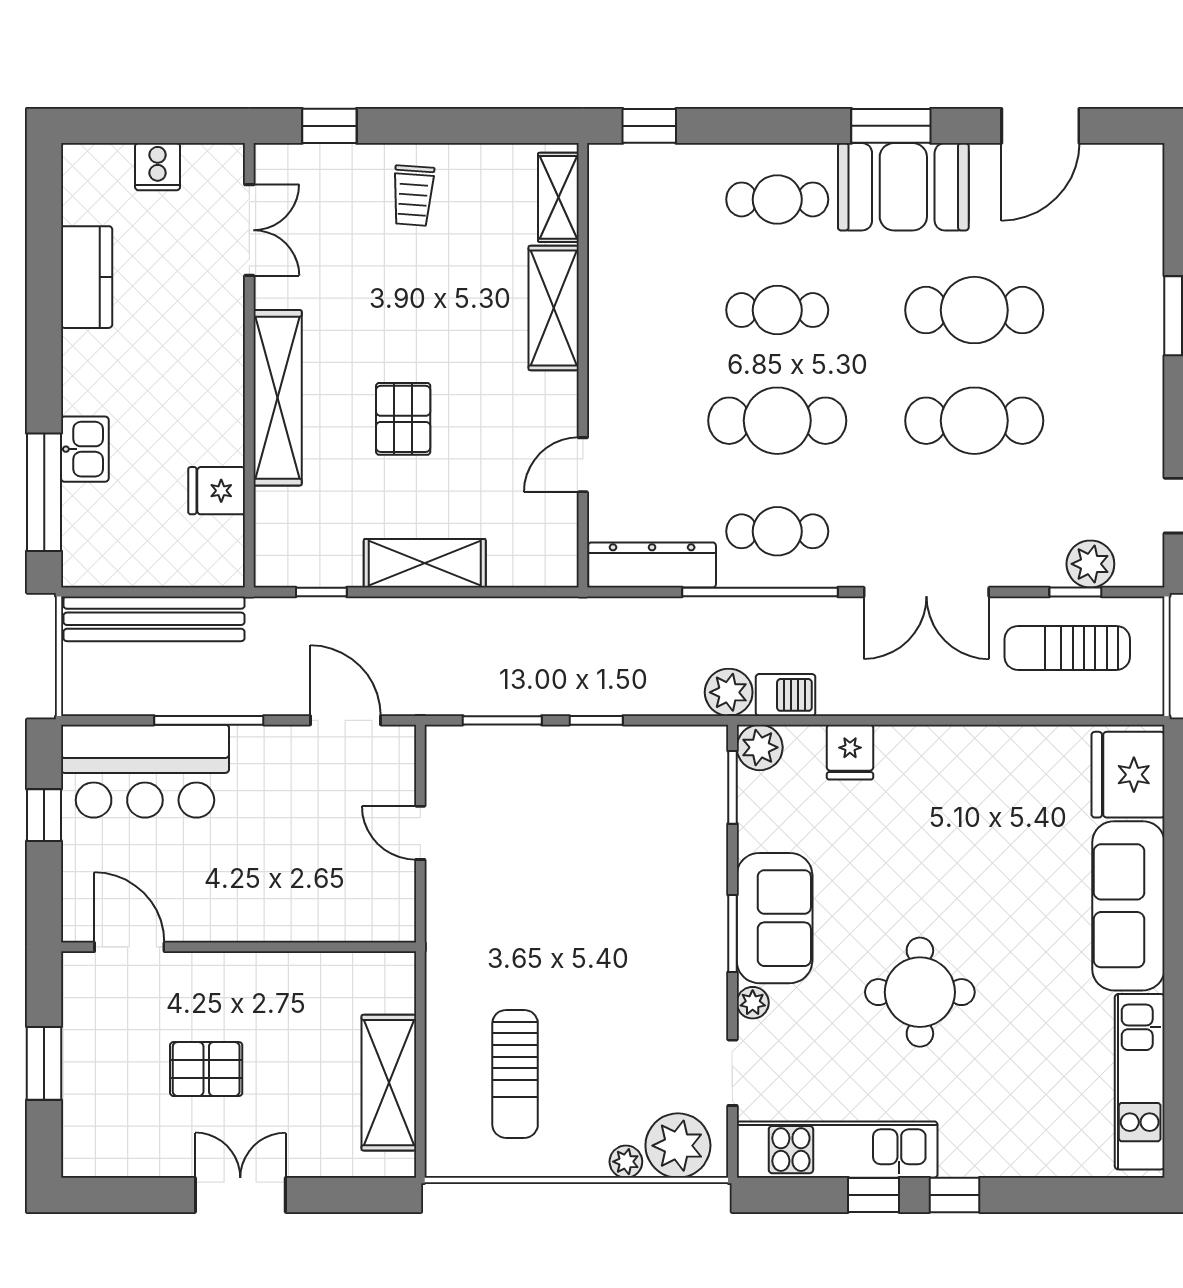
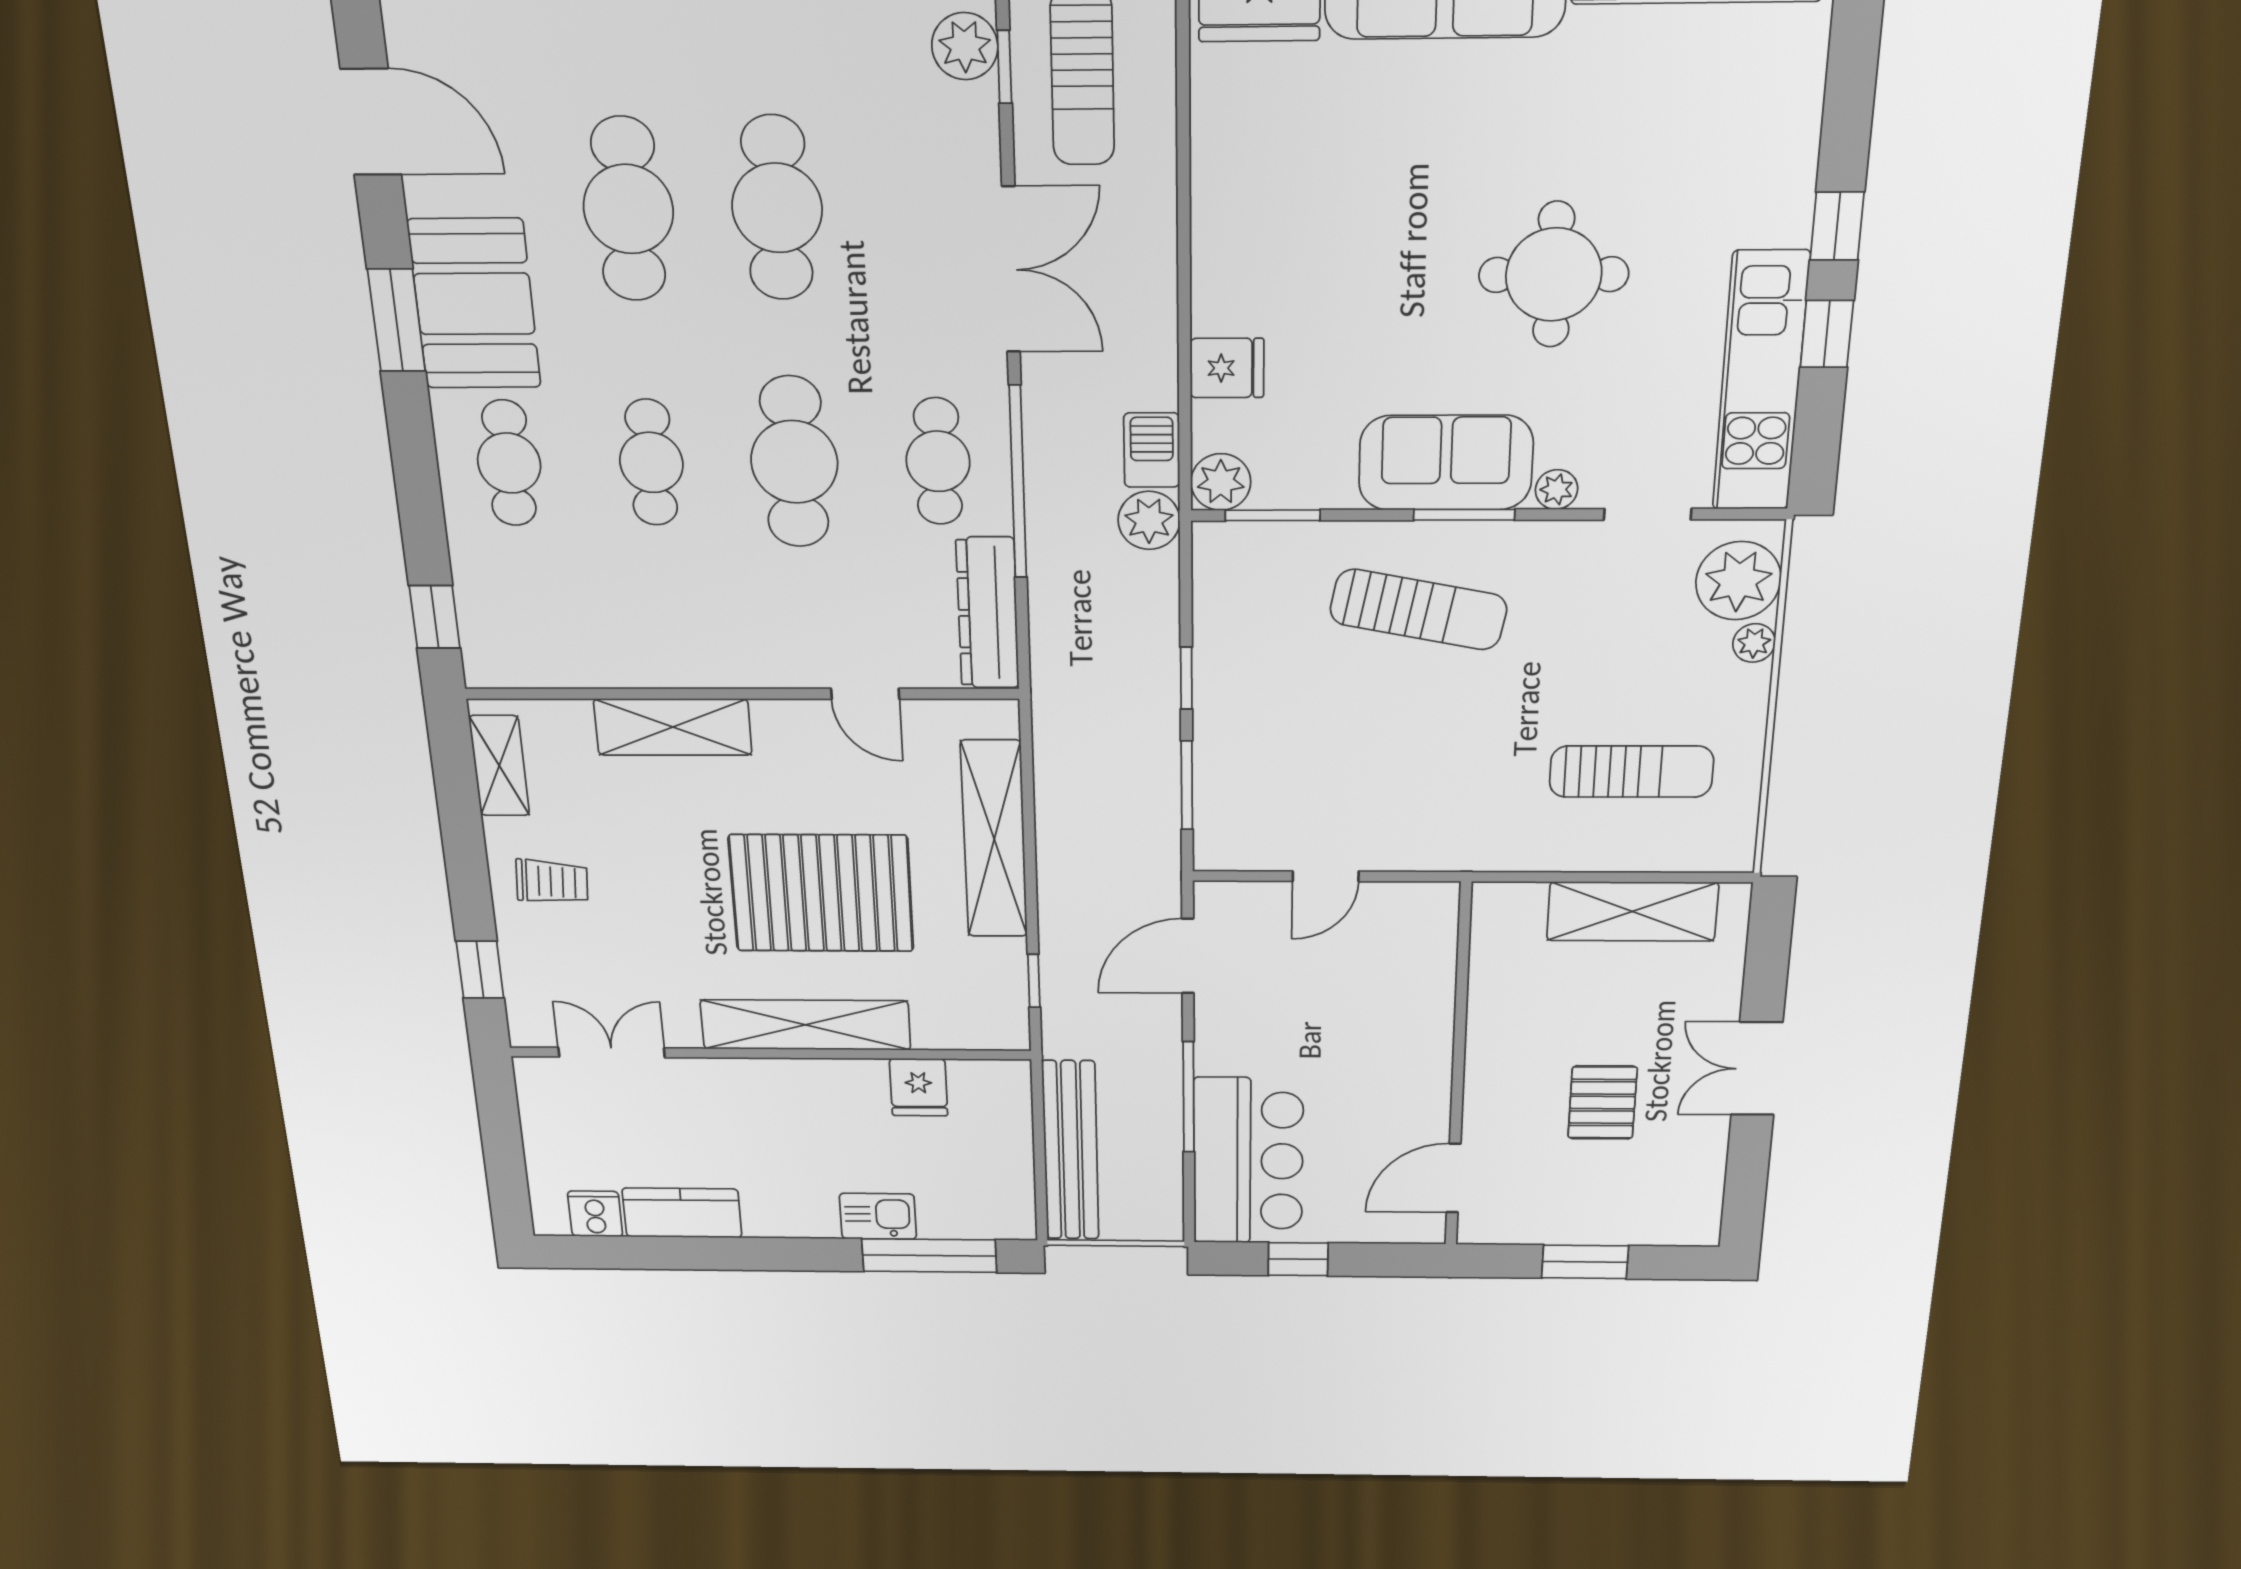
cooker: (158, 167) -> (595, 1214), moved, turned -90
shelving: (558, 197) -> (499, 766), moved, turned 90
pallet: (403, 419) -> (821, 893), width x2.05, depth x2.00
shelving: (425, 563) -> (994, 839), width x1.47
sun lounger: (654, 901) -> (1418, 609), added

